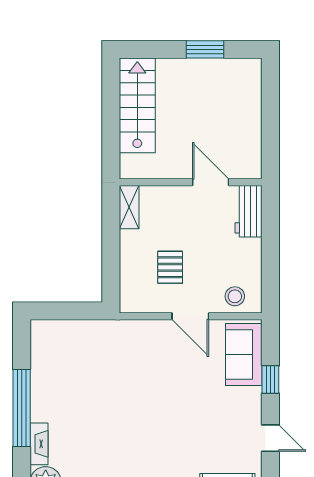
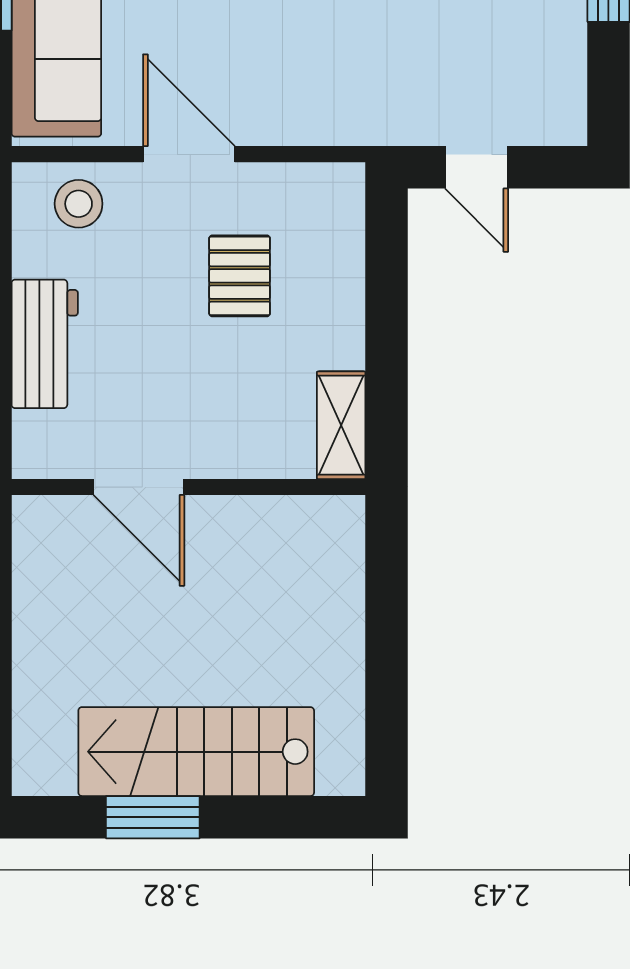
stairs: (137, 105) -> (196, 752), moved, turned 90
workbench: (248, 211) -> (45, 344), moved
door: (75, 311) -> (477, 167), added

